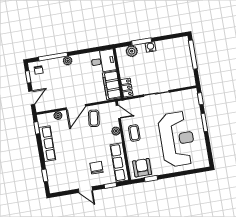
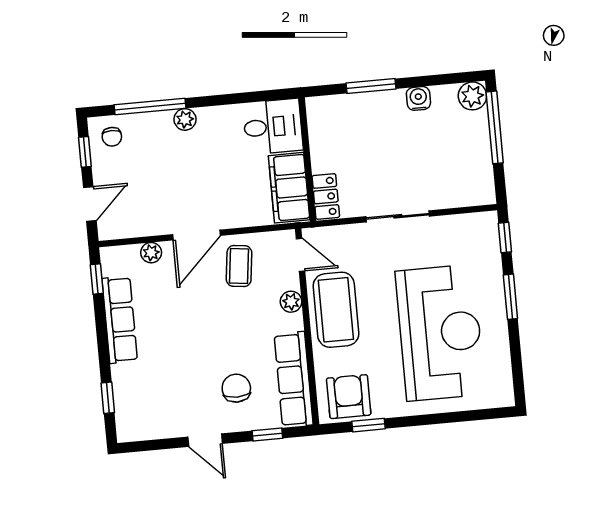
water cooler: (151, 47) -> (418, 98), moved
plant: (132, 51) -> (472, 96), moved
coffee table: (134, 133) -> (336, 310), width x1.86, depth x1.72

